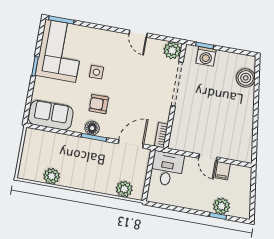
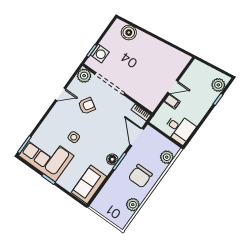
armchair: (99, 104) -> (87, 106), moved, turned -148
chair: (88, 169) -> (140, 176), added
desk: (167, 169) -> (179, 129), moved, turned 180
filing cabinet: (223, 171) -> (172, 102), moved
plant: (222, 206) -> (218, 85), moved

